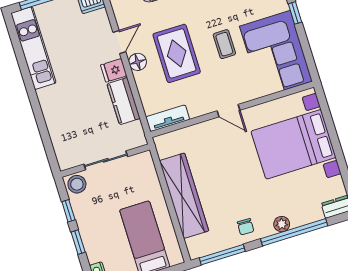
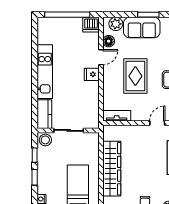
kitchen unit: (33, 48) -> (45, 72), moved
floor lamp: (138, 62) -> (109, 41), moved
kitchen counter: (124, 101) -> (44, 114), moved, turned 180
door: (228, 111) -> (157, 123), swing flipped

